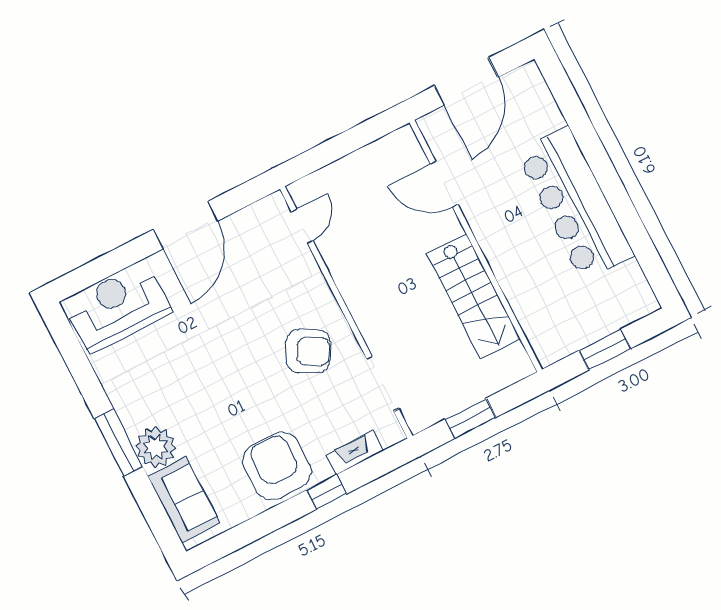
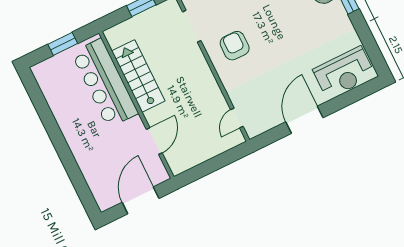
door: (444, 184) -> (154, 141), hinge flipped
bar counter: (575, 204) -> (105, 83), moved, turned 180
armchair: (308, 351) -> (235, 46), turned 62

